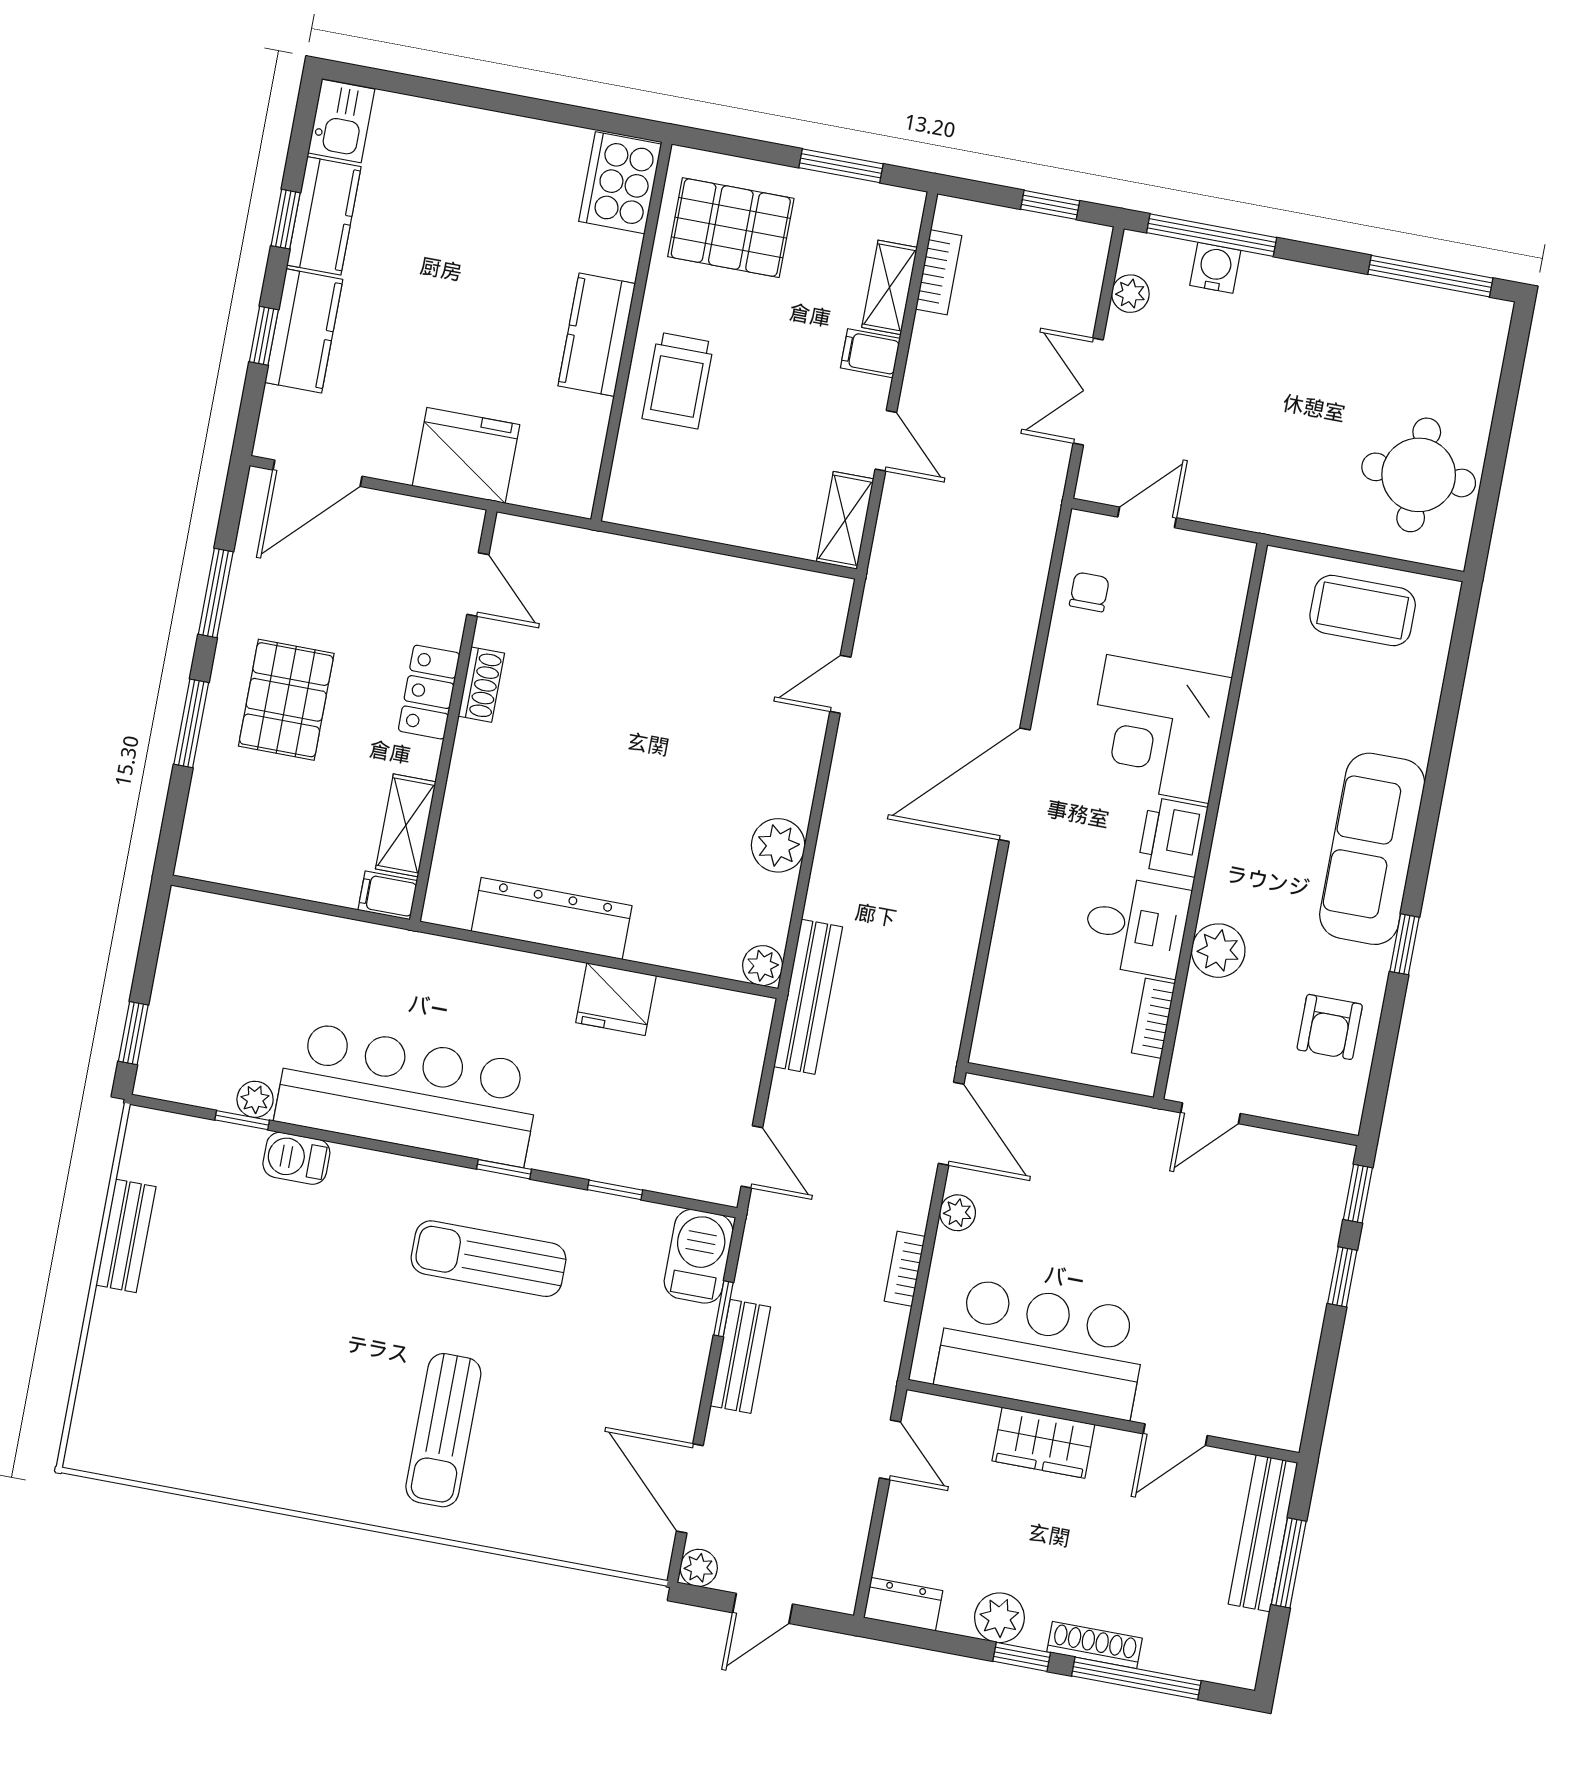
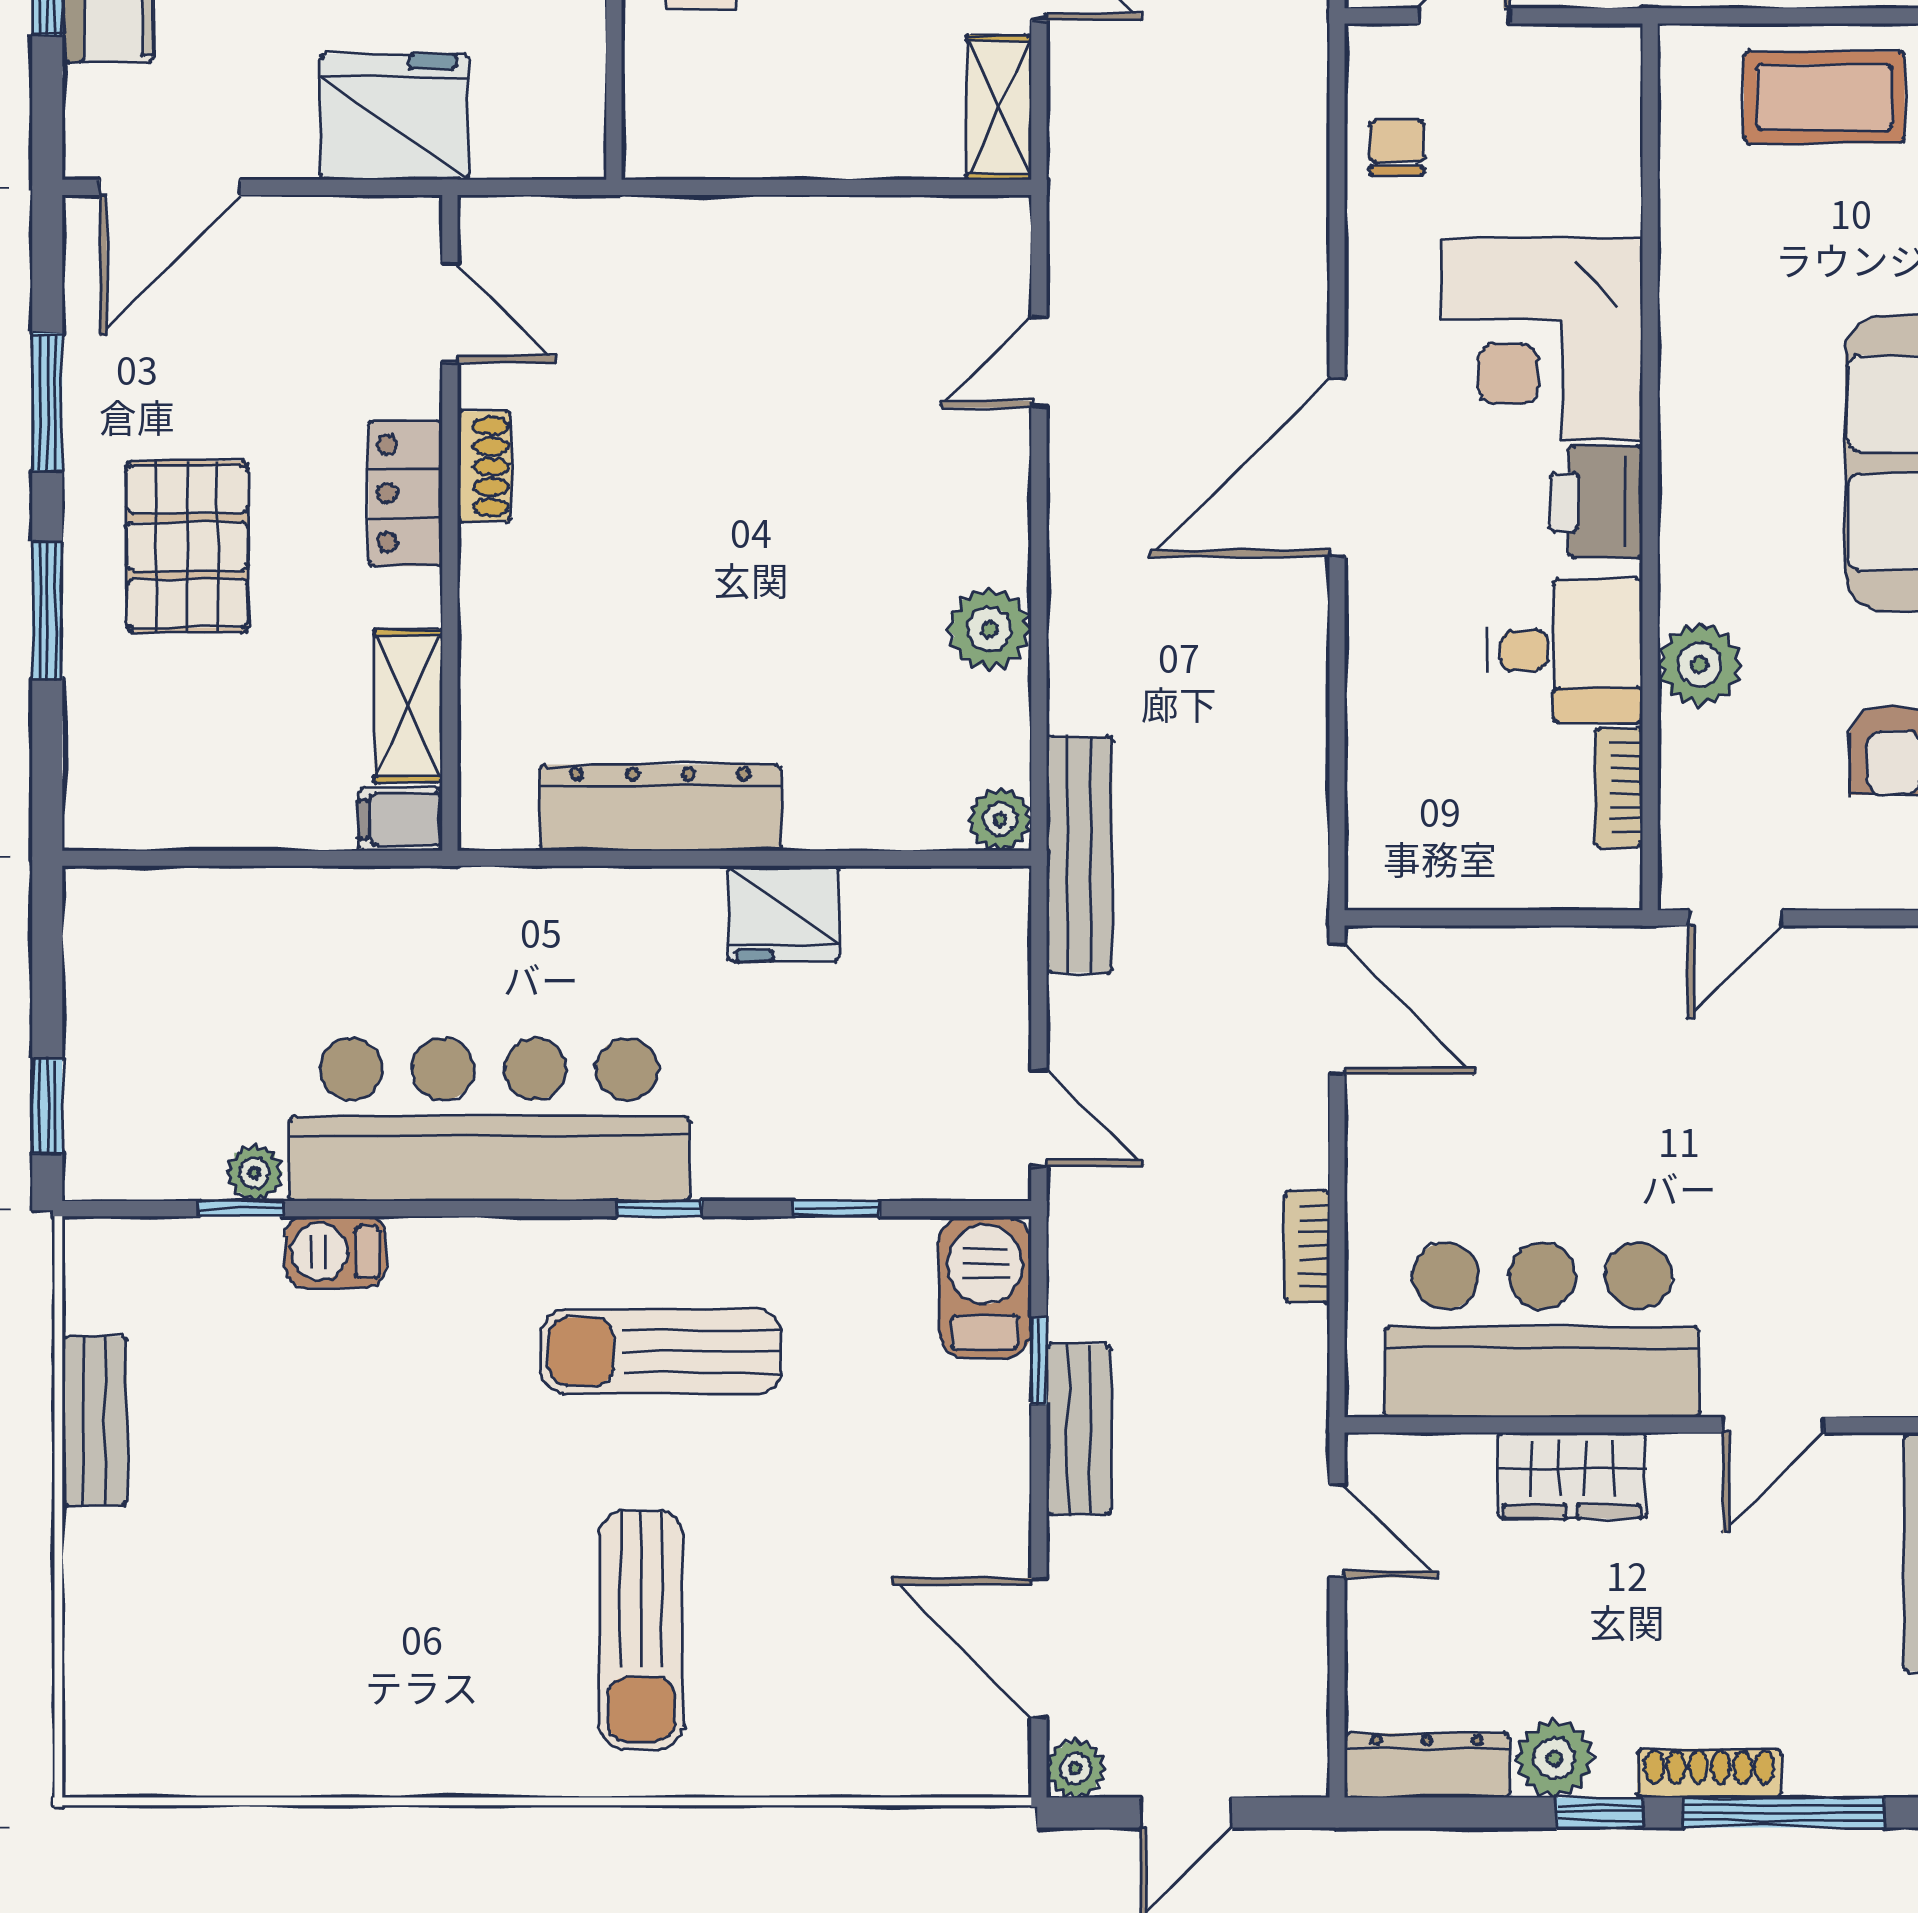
plant: (958, 1213) -> (1373, 1145), removed
dresser: (903, 1604) -> (1427, 1765), width x1.44

